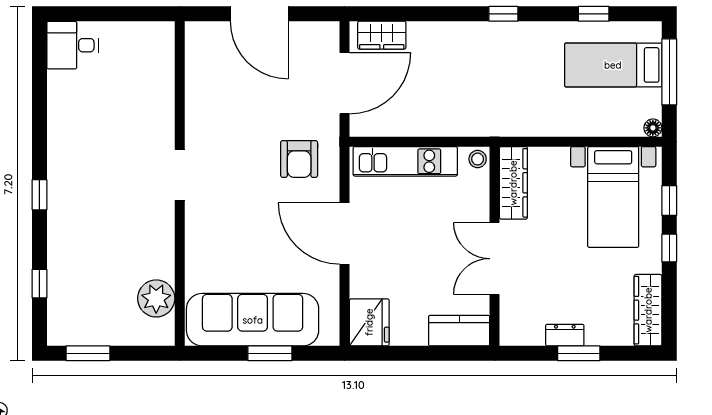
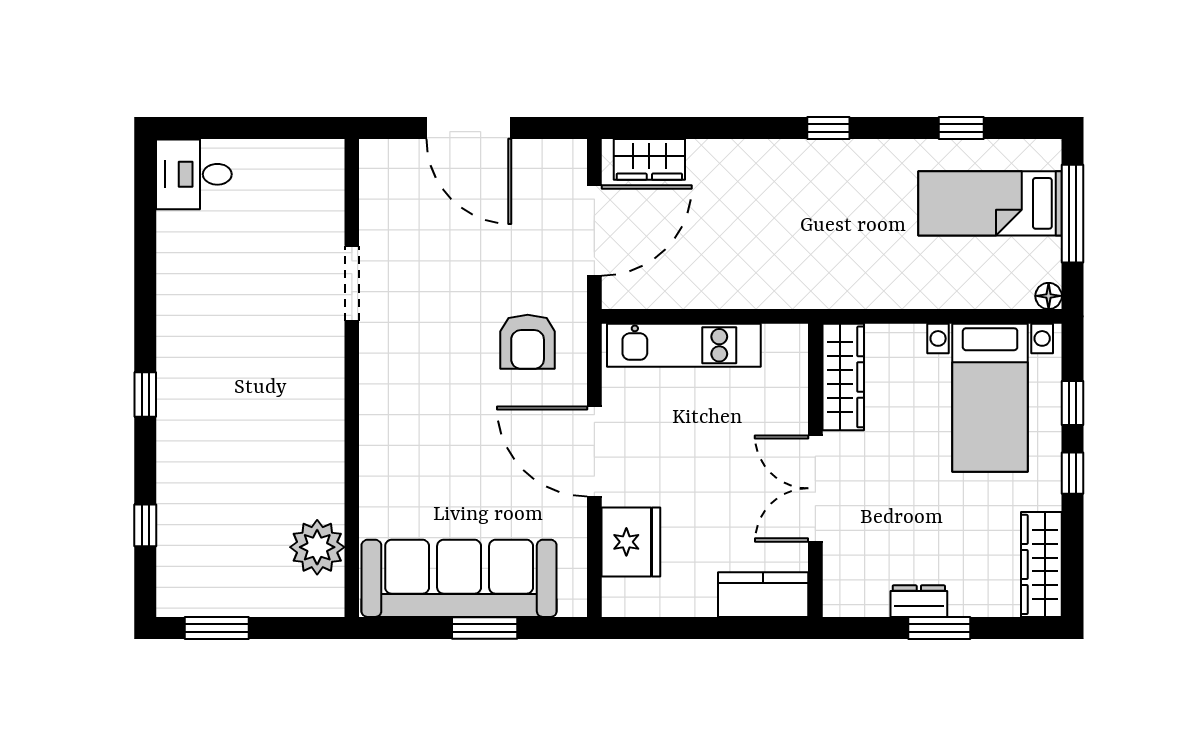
stool: (478, 159) -> (790, 342), removed
doorway: (180, 175) -> (352, 283), moved
fridge: (369, 322) -> (631, 542), moved

